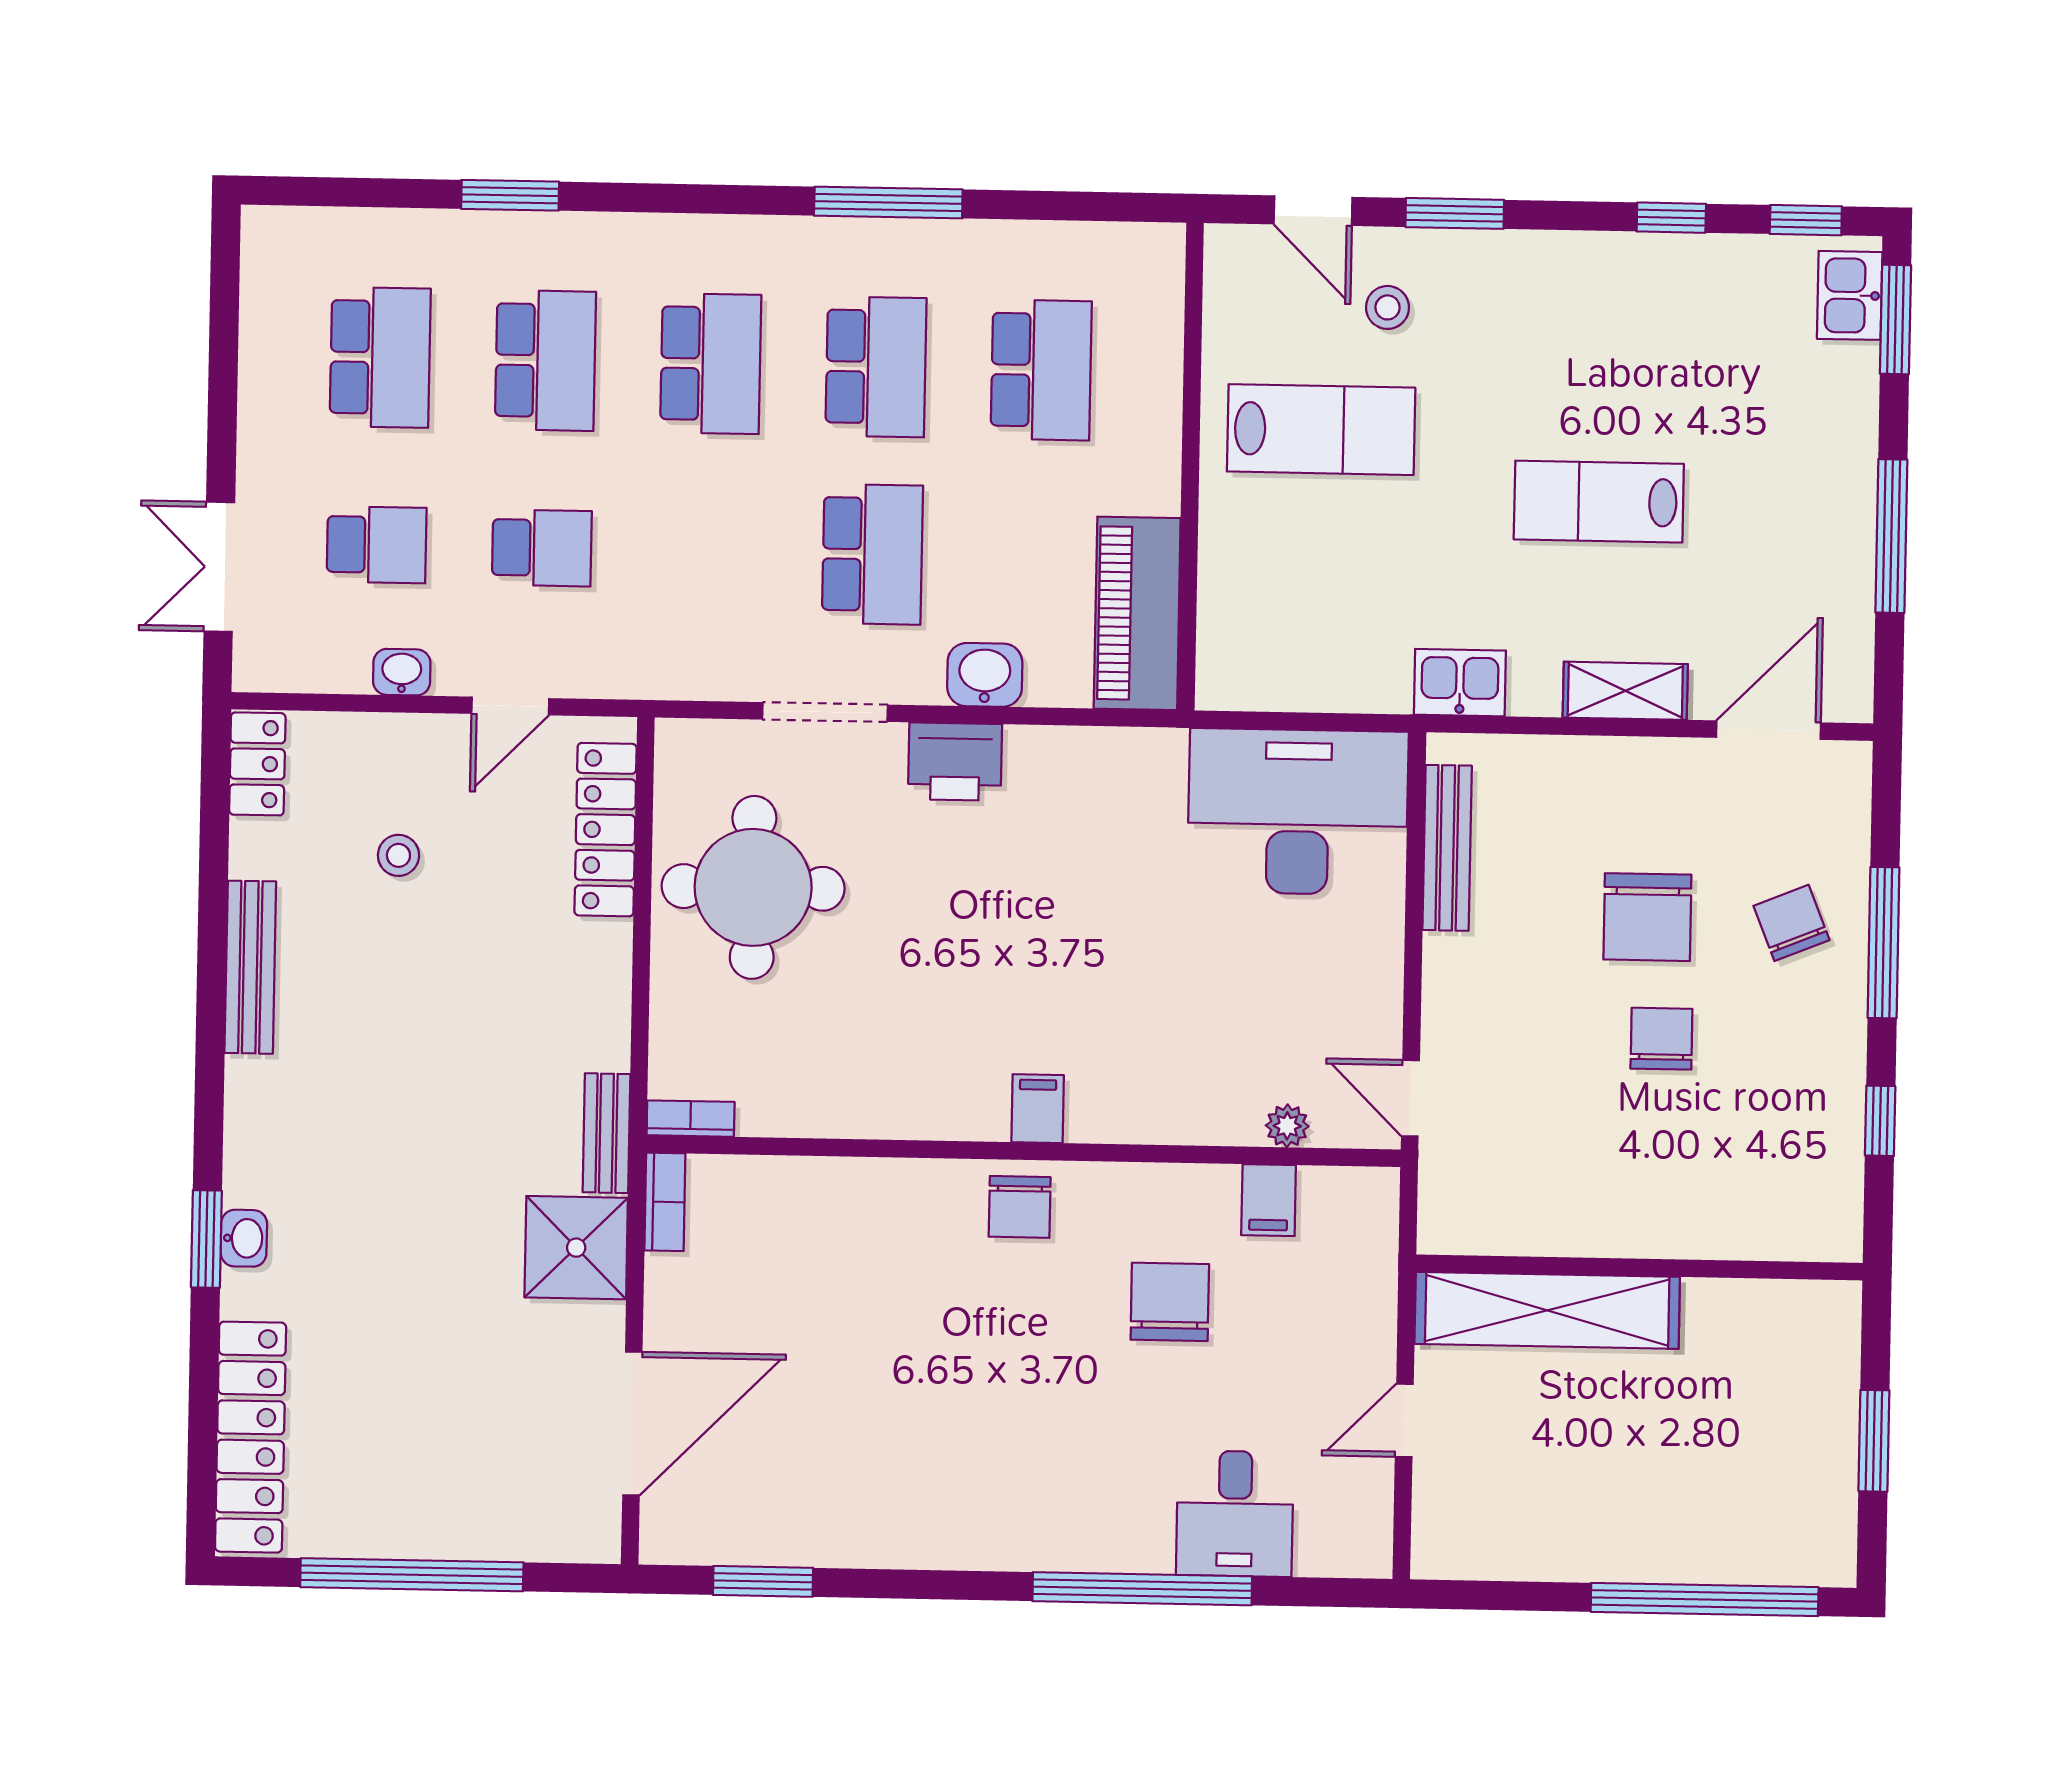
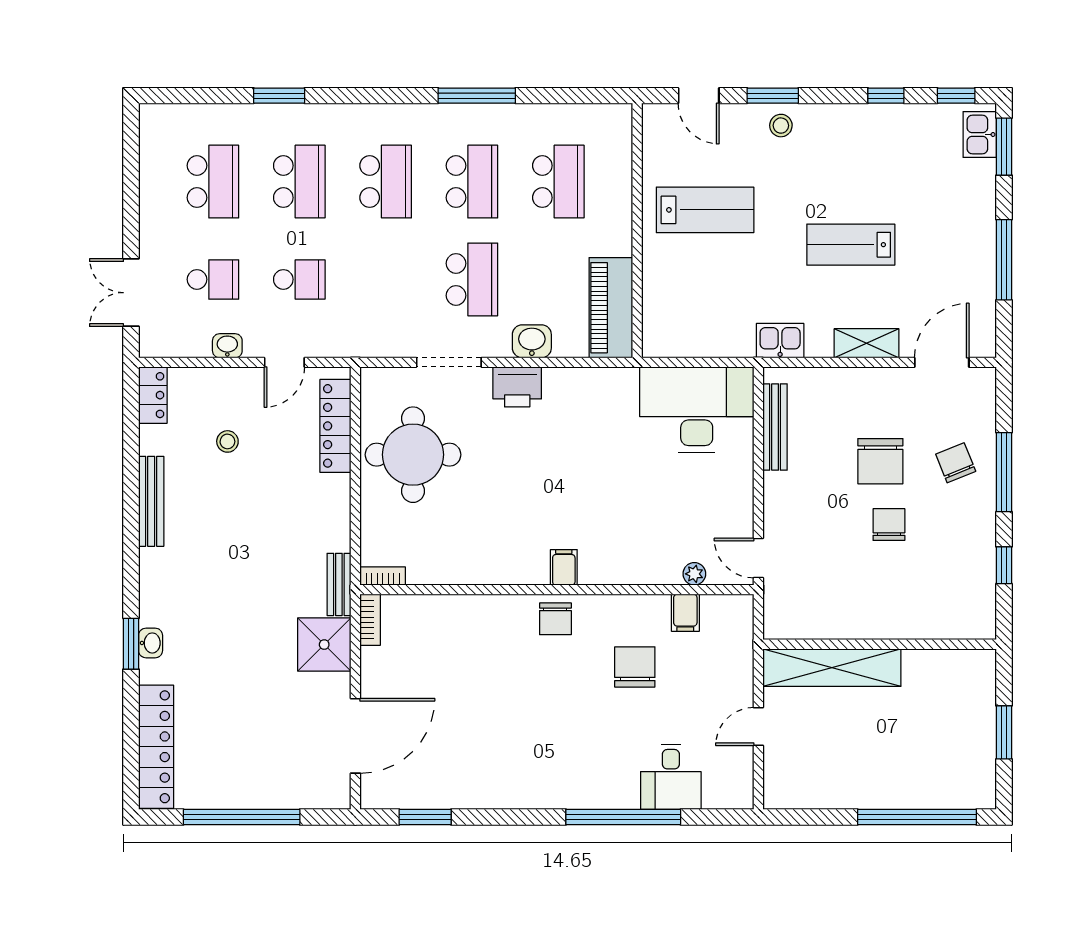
stool: (1387, 307) -> (781, 126), moved

